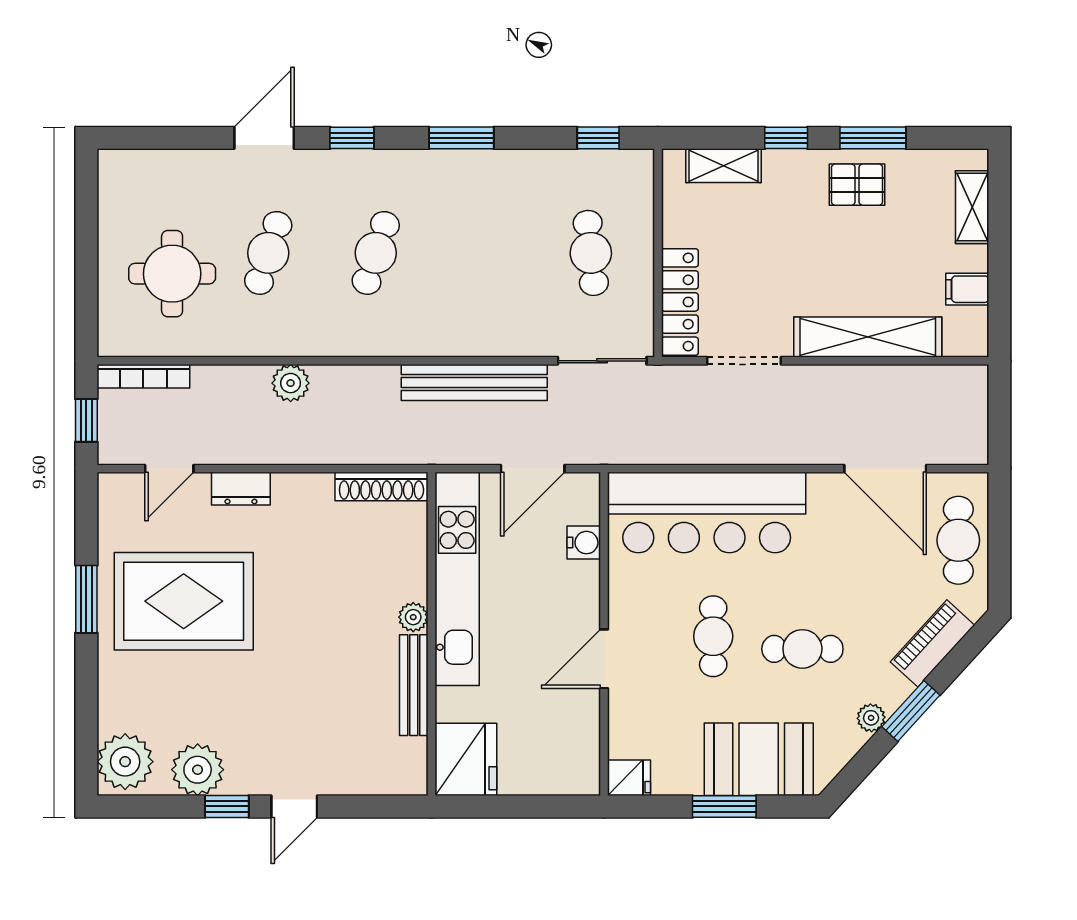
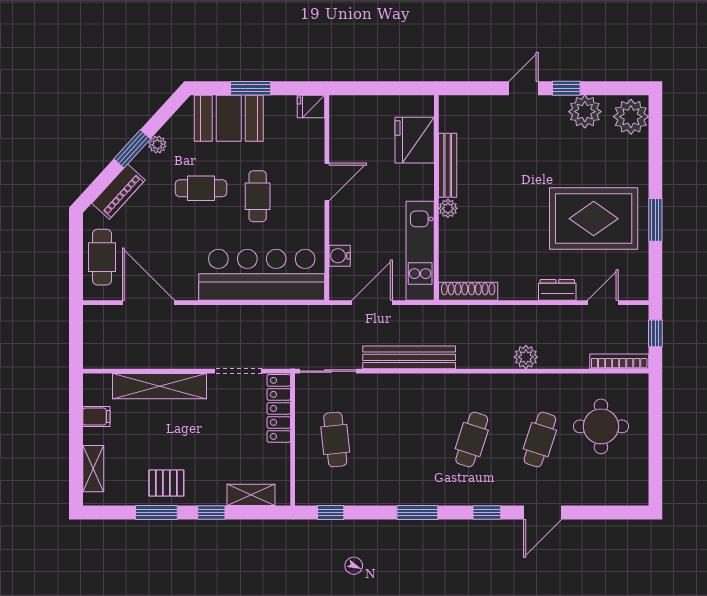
kitchen unit: (457, 579) -> (420, 251), width x0.73
fridge: (466, 759) -> (415, 140), moved

